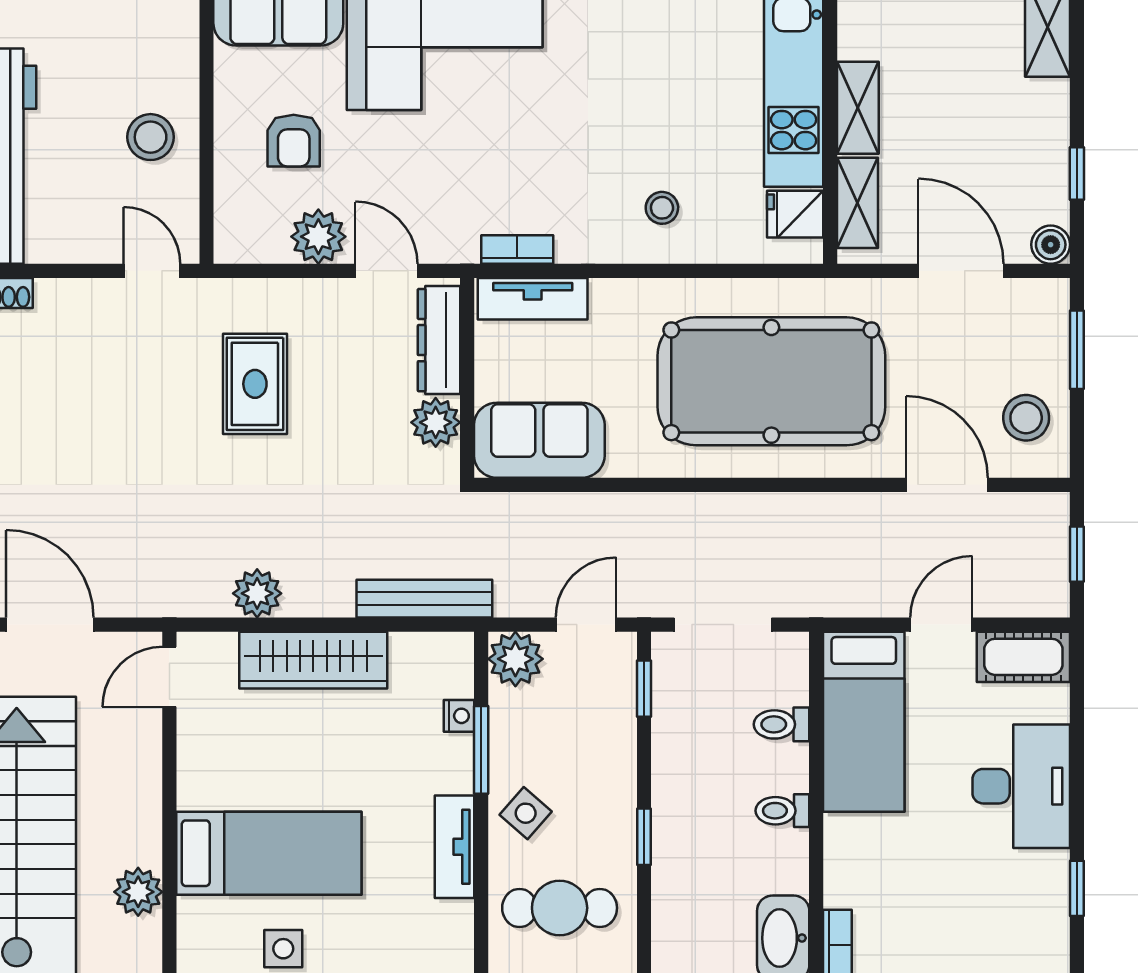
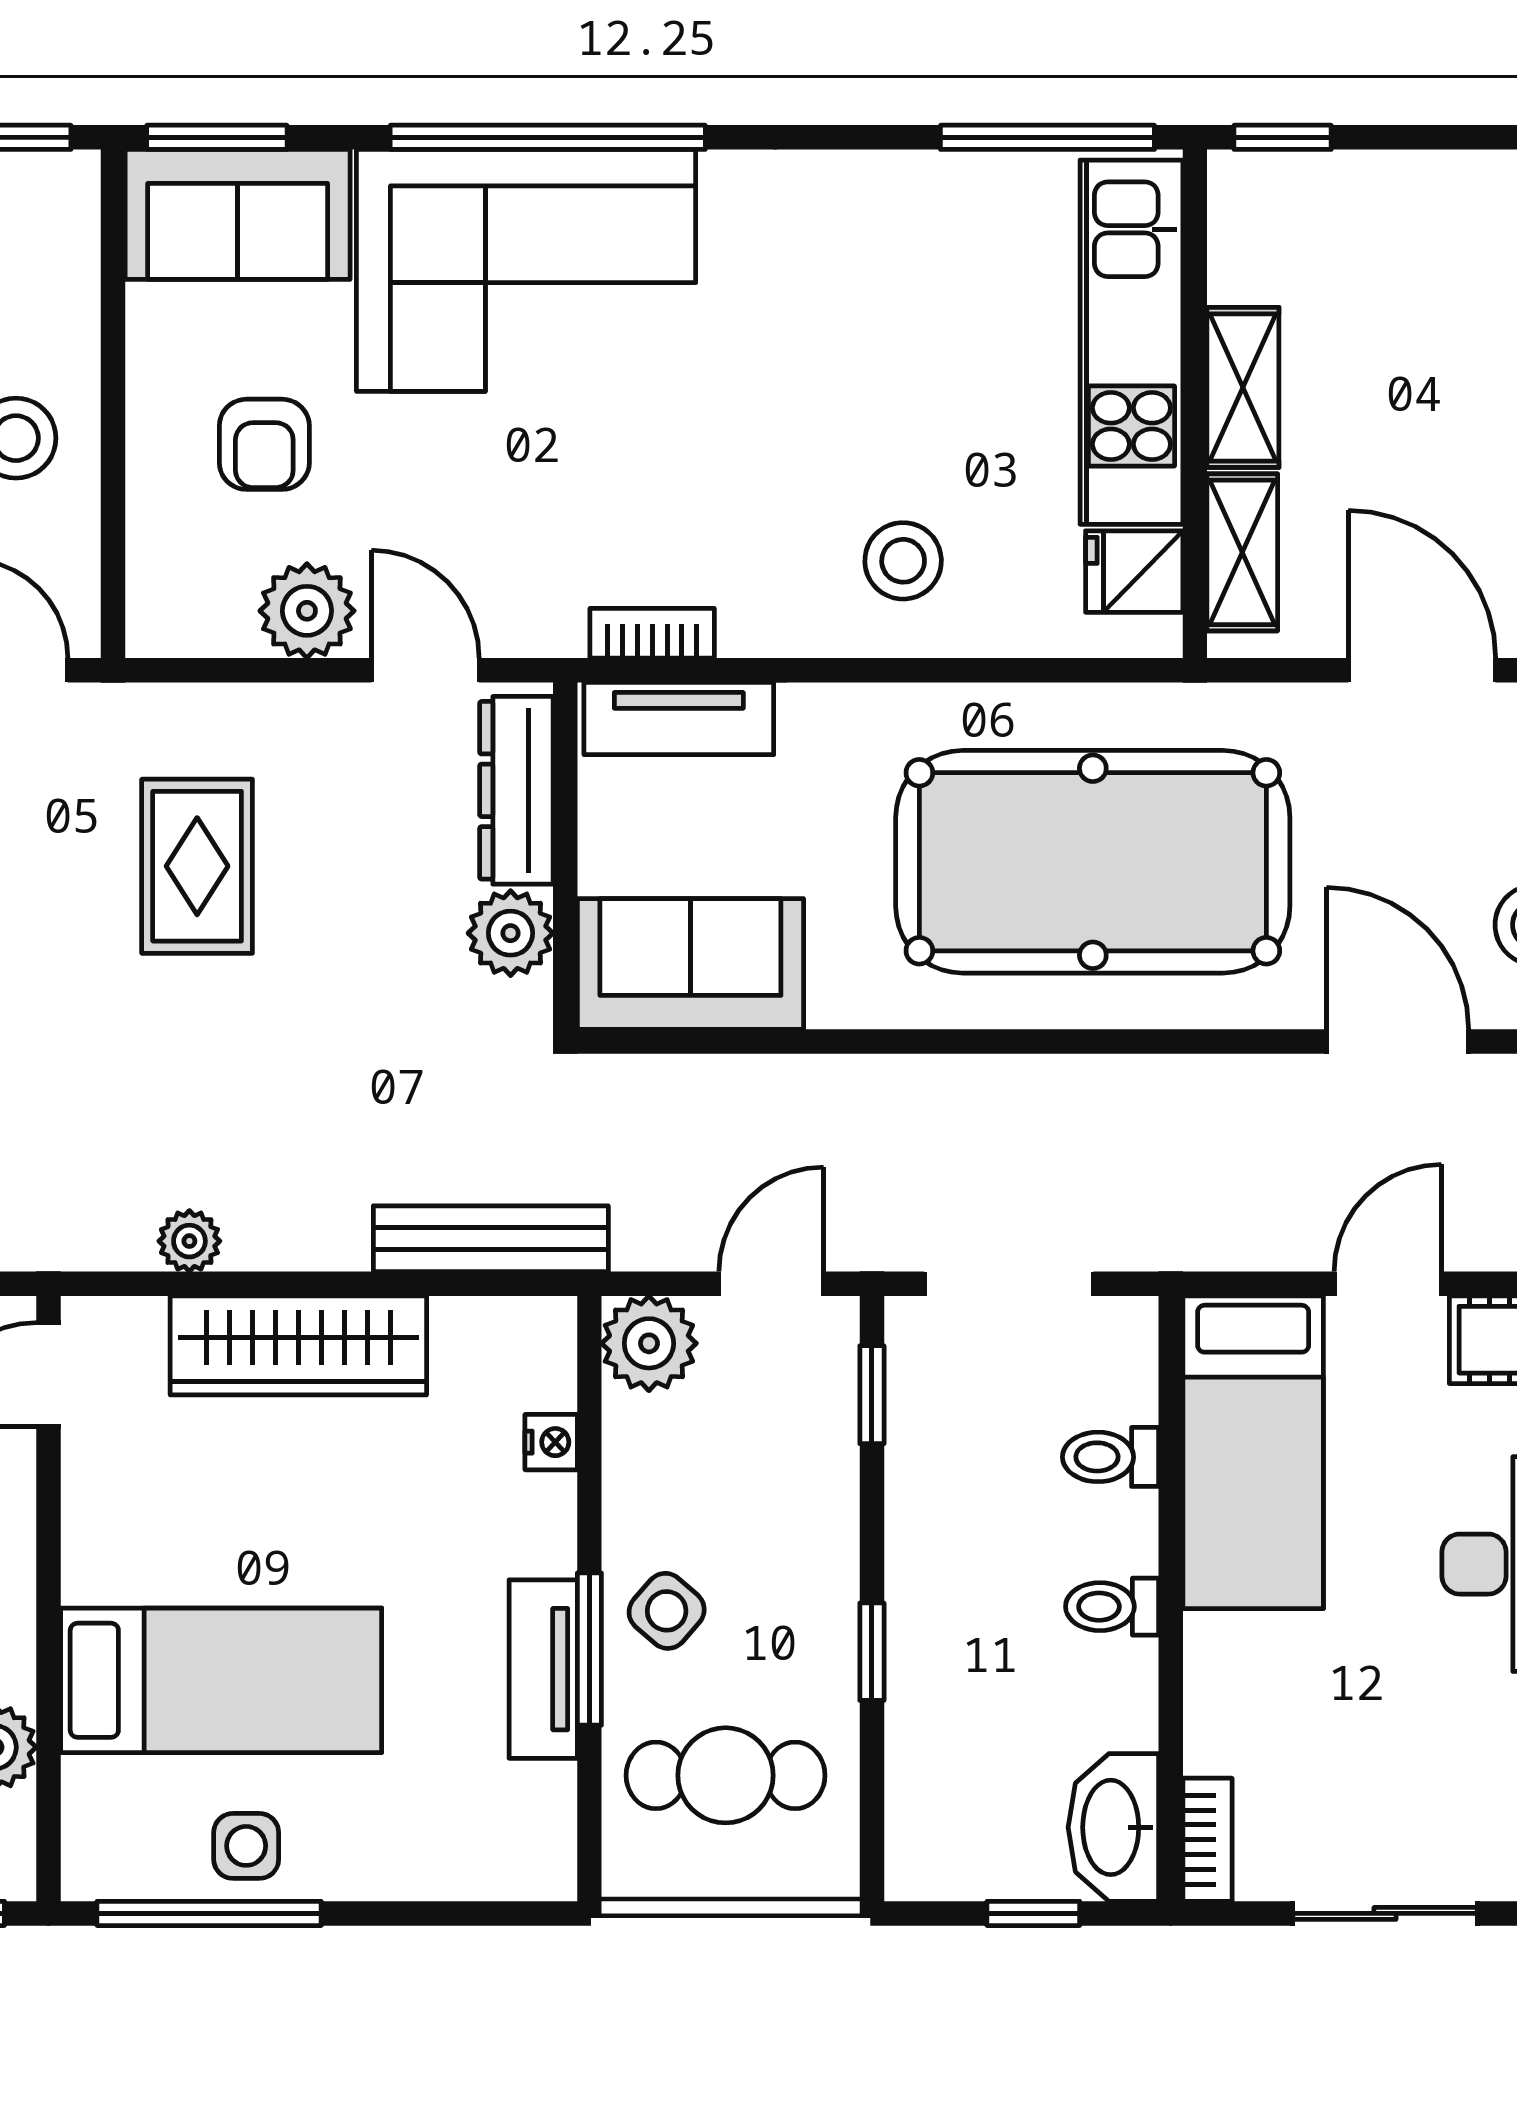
stool: (662, 208) -> (903, 561), width x1.37, depth x1.37
plant: (257, 593) -> (189, 1241), width x0.73, depth x0.73
window: (481, 750) -> (589, 1649), moved

